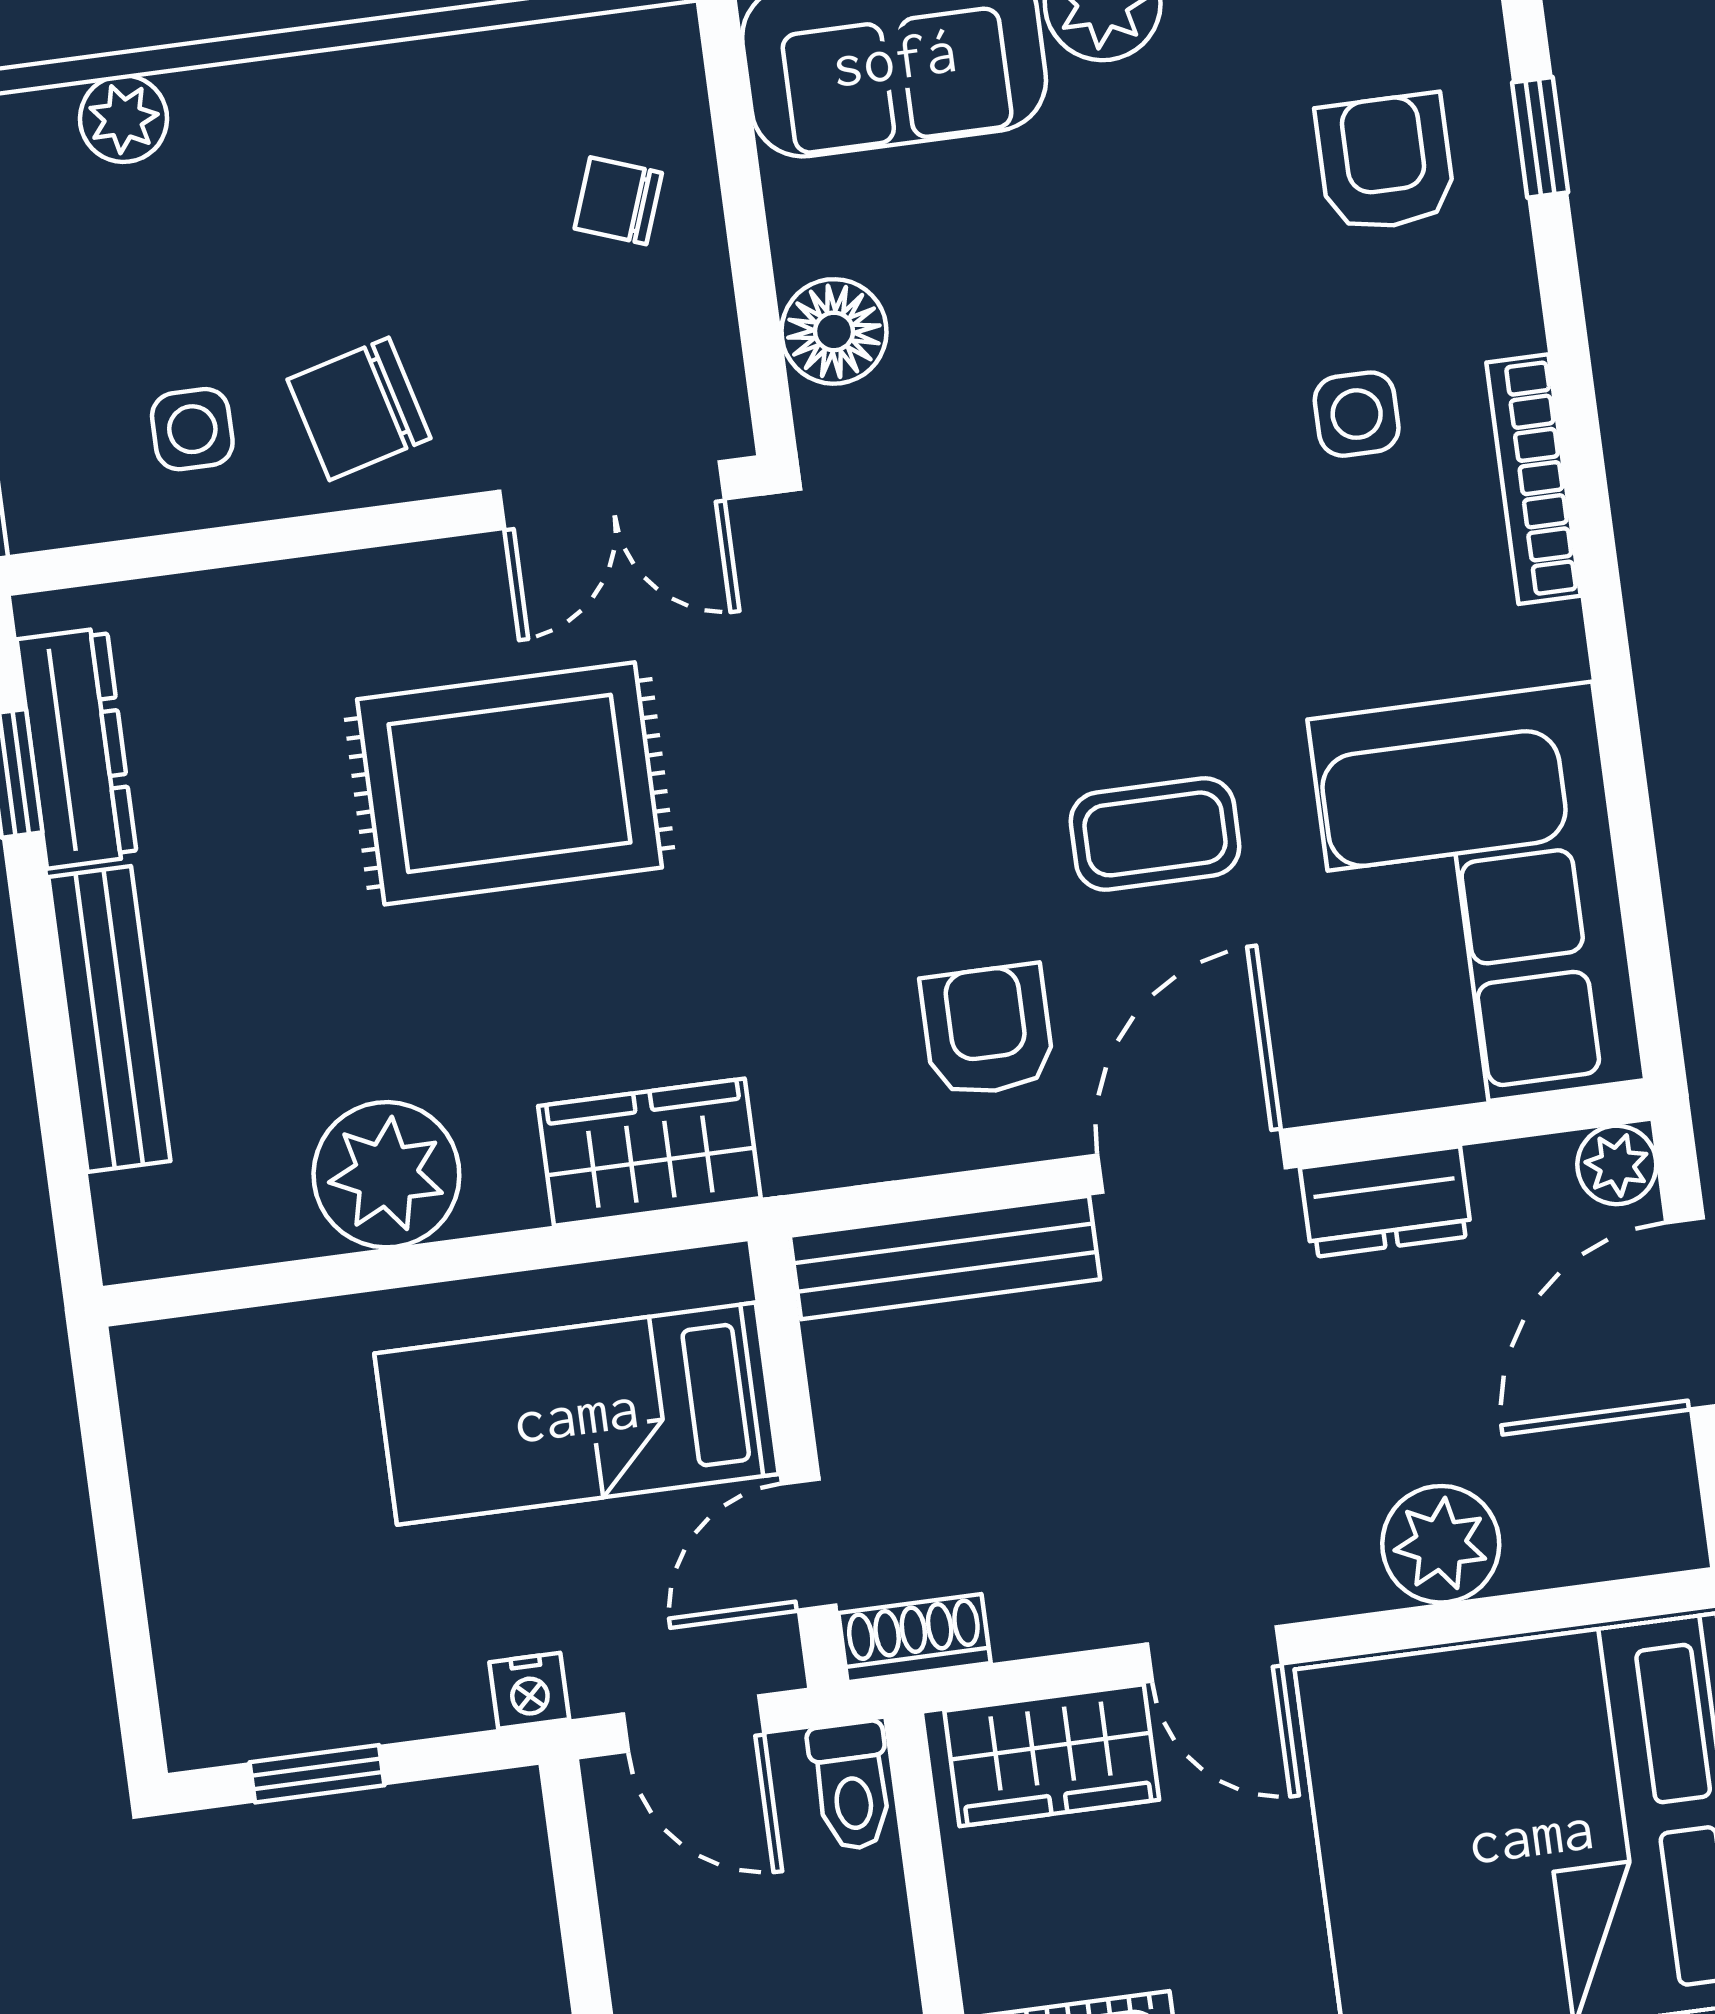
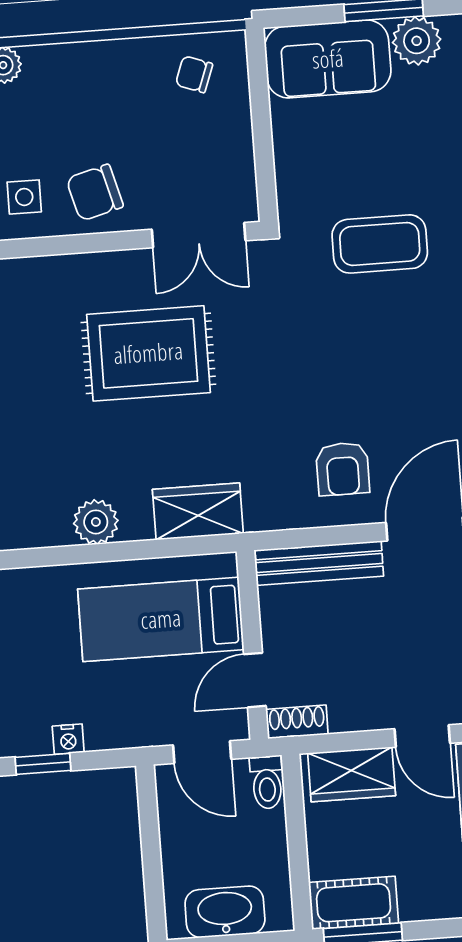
chair: (618, 201) -> (194, 74), moved
floor lamp: (834, 331) -> (296, 172), removed
coffee table: (1155, 834) -> (380, 244), moved, width x1.36, depth x1.30
armchair: (987, 1030) -> (343, 469), turned 180
plant: (386, 1175) -> (96, 522), width x0.73, depth x0.73
nightstand: (529, 1691) -> (68, 739), moved

